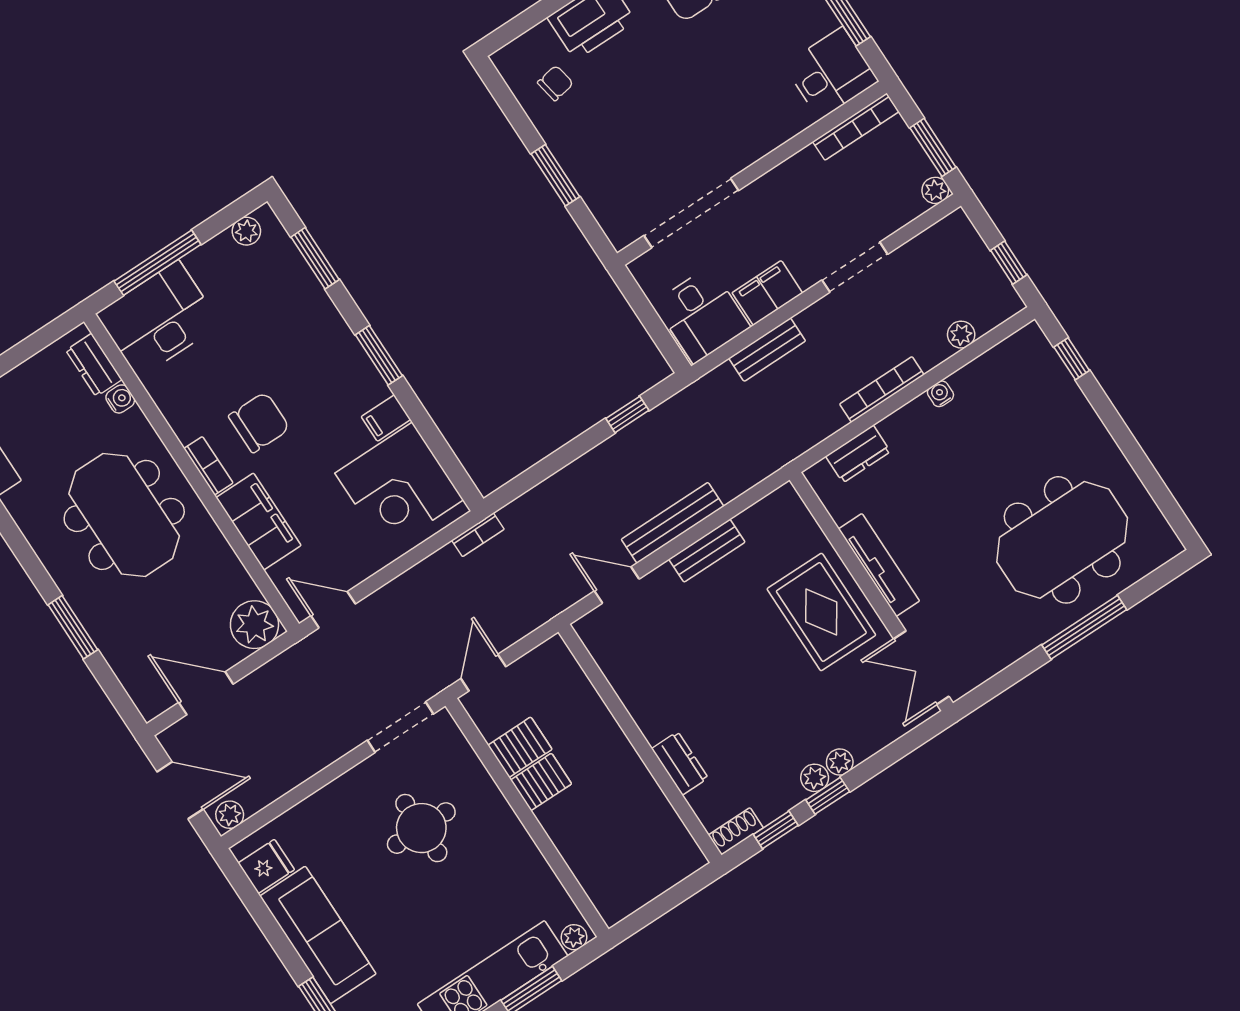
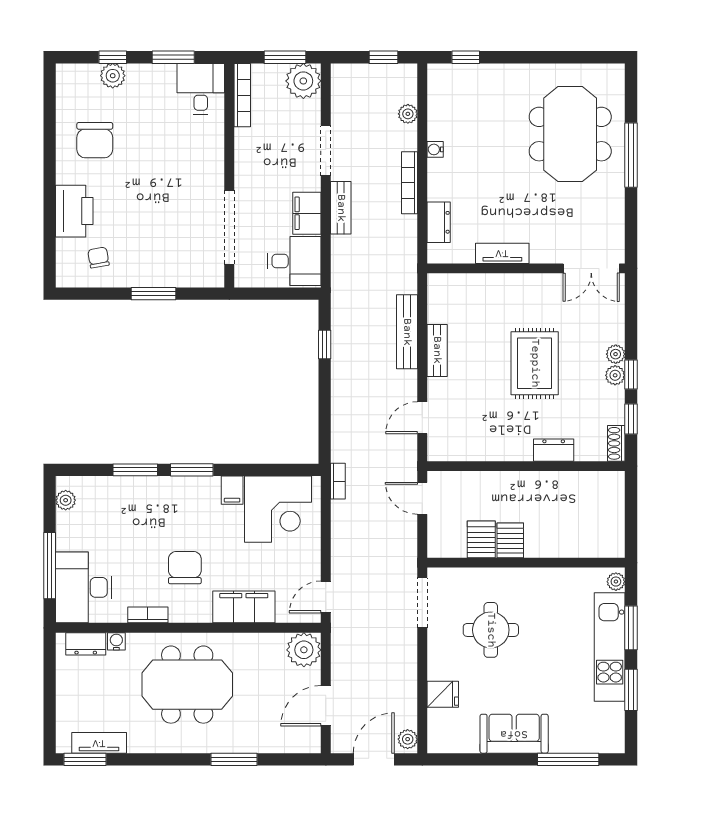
plant: (935, 190) -> (303, 81), width x1.88, depth x1.88
window: (315, 258) -> (135, 470), moved
bench: (767, 350) -> (341, 208), moved
bookcase: (208, 466) -> (148, 615), moved
bench: (673, 523) -> (407, 332), moved
tv unit: (879, 565) -> (502, 253), width x0.71
rug: (821, 612) -> (535, 363), moved, turned 90
door: (483, 673) -> (422, 498), moved
fridge: (266, 866) -> (443, 694), moved, turned 90
sofa: (318, 935) -> (514, 734), width x0.73

